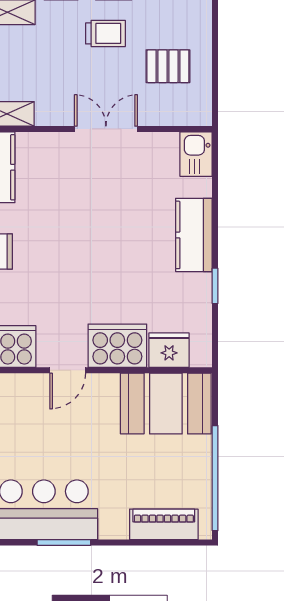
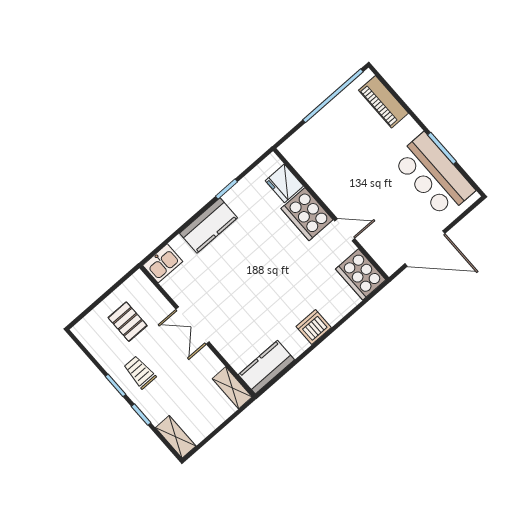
booth: (166, 404) -> (316, 159), removed

